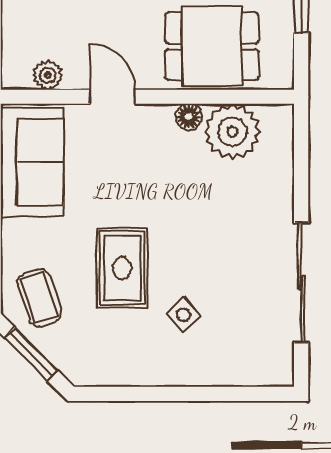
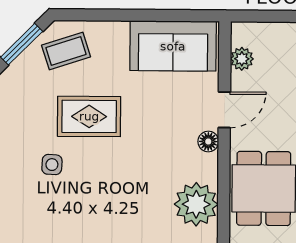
floor lamp: (189, 117) -> (208, 141), moved
side table: (183, 315) -> (52, 165), turned 45

